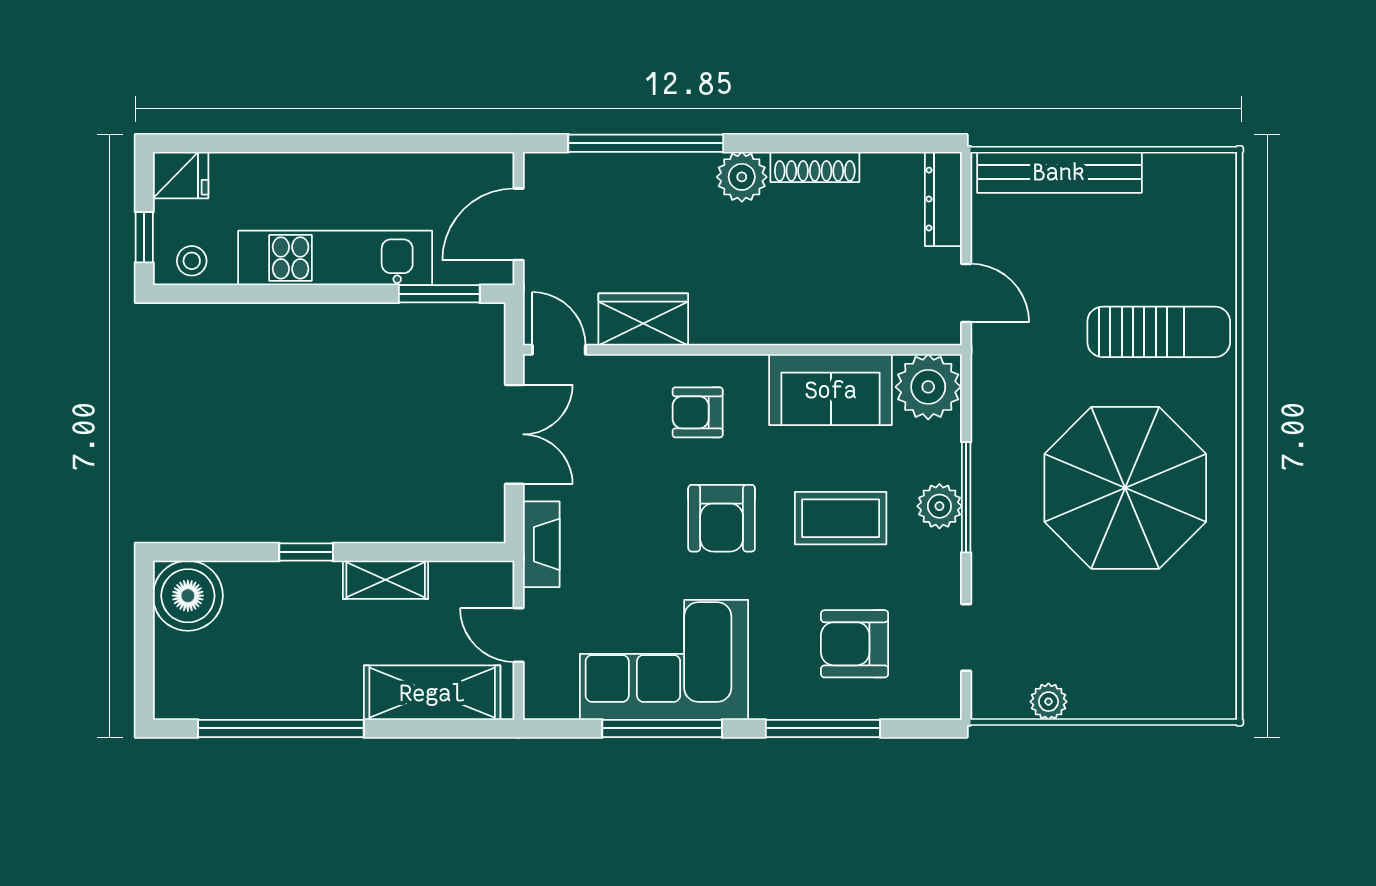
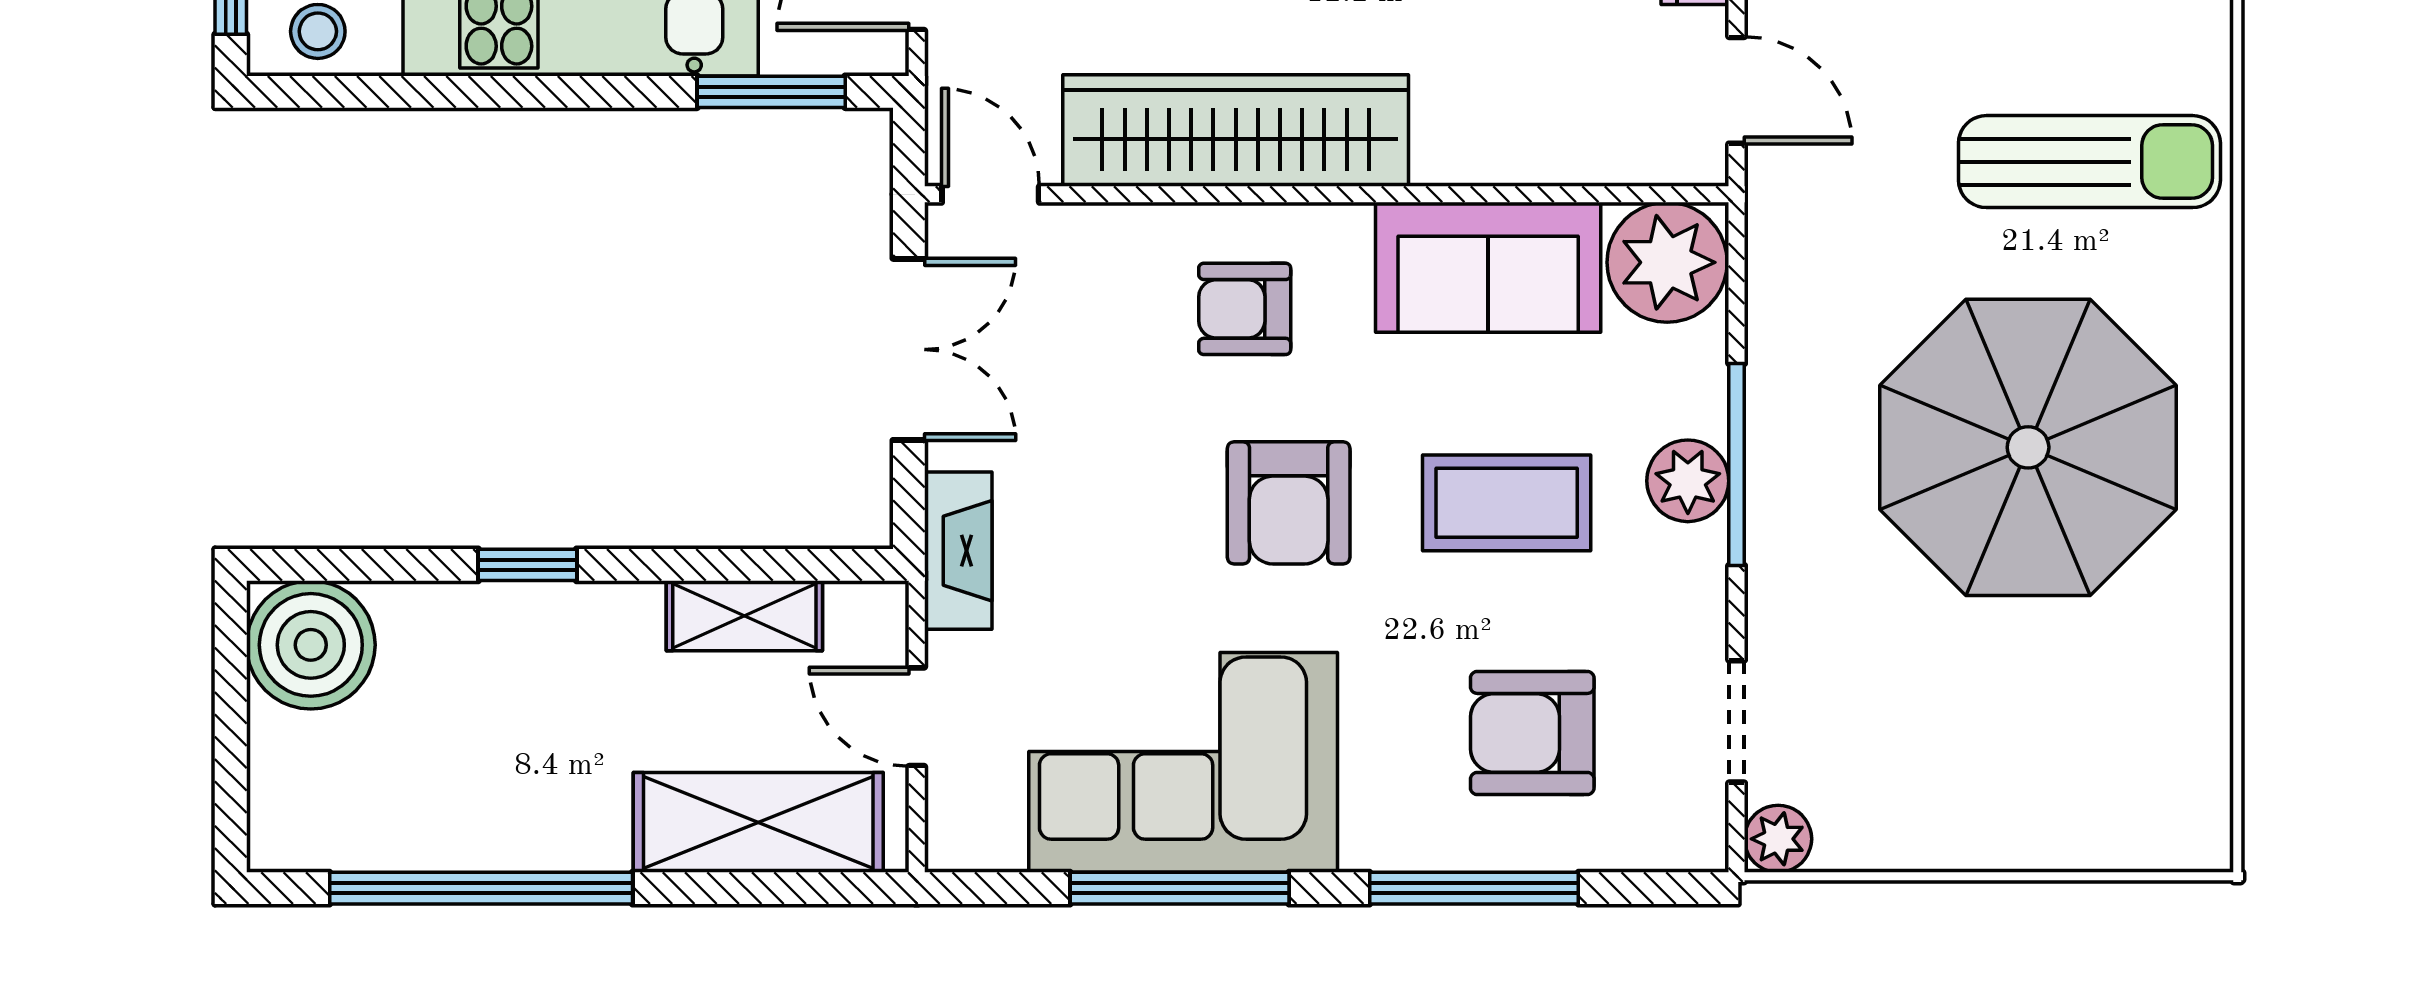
wardrobe: (643, 319) -> (1236, 131), width x2.10, depth x1.17
shelving: (386, 580) -> (744, 616), moved
plant: (1048, 702) -> (1778, 839), moved

